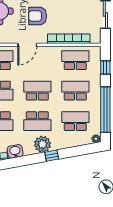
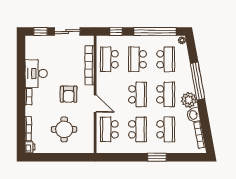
school desk: (37, 91) -> (137, 94), turned 180
school desk: (75, 121) -> (166, 59), turned 180
plant: (42, 144) -> (189, 100), moved
window: (52, 156) -> (197, 81), width x3.17

